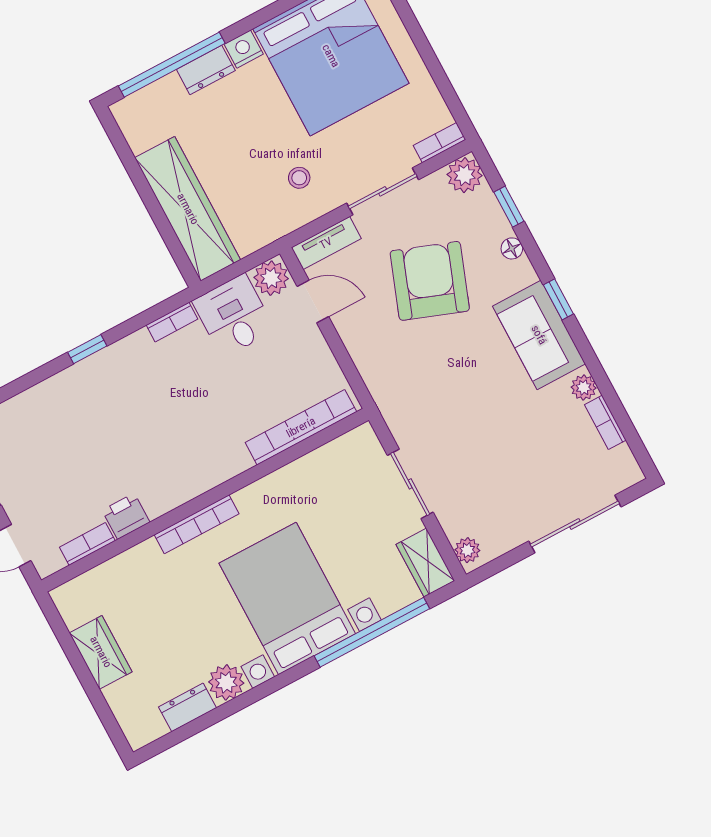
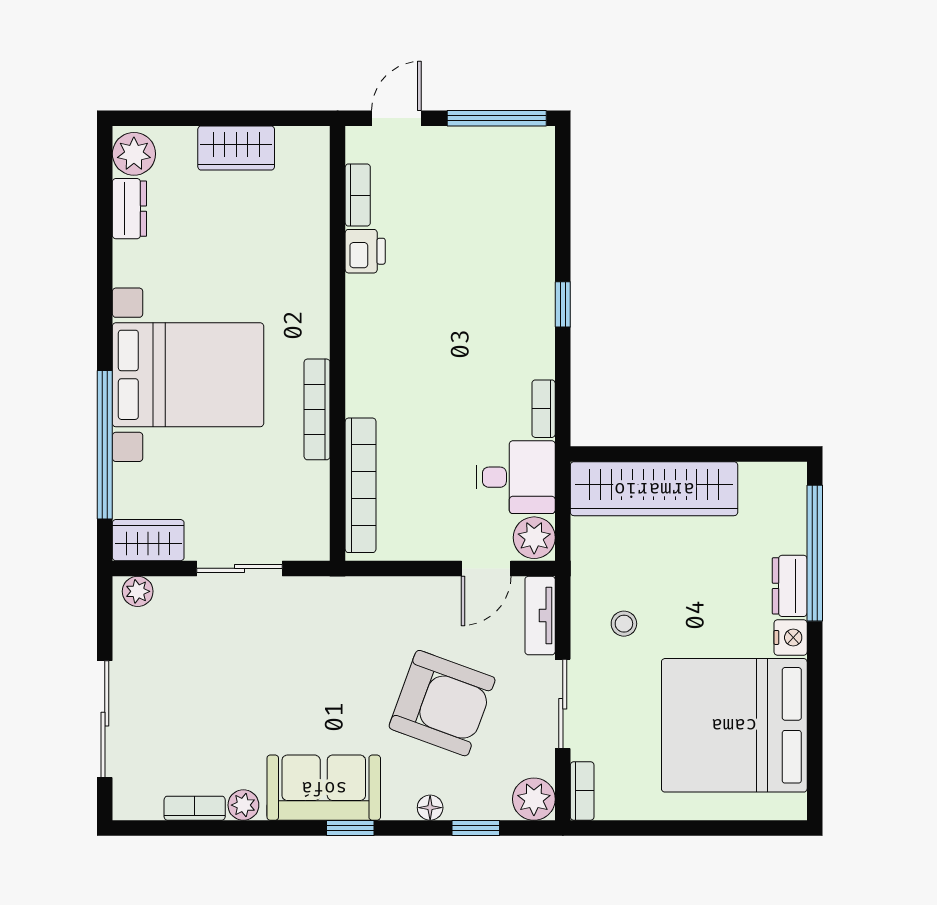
bookcase: (197, 524) -> (317, 409), moved
plant: (226, 682) -> (134, 154), moved

